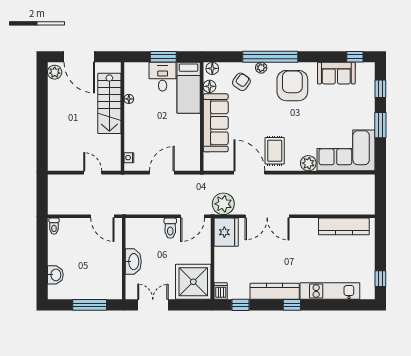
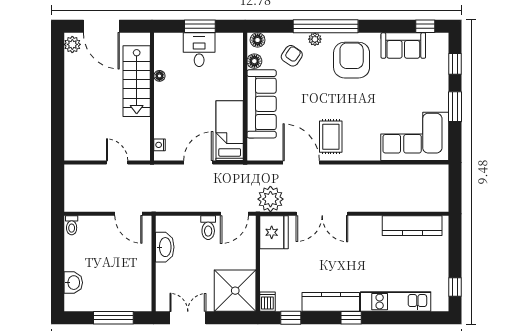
bed: (189, 88) -> (230, 131), moved, turned 180
plant: (308, 163) -> (370, 151), removed
washbasin: (133, 262) -> (165, 247), moved

